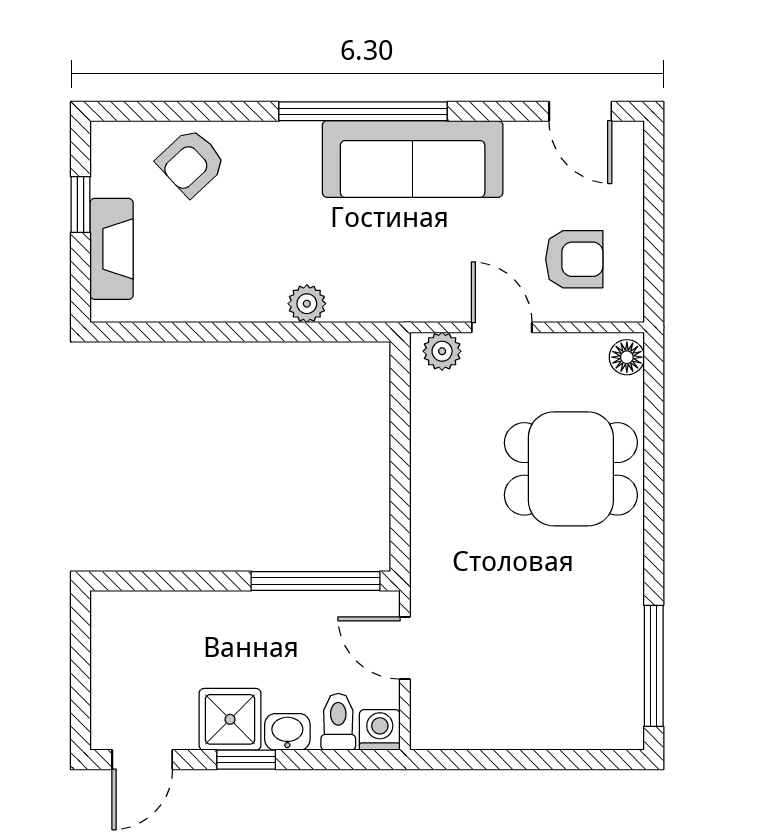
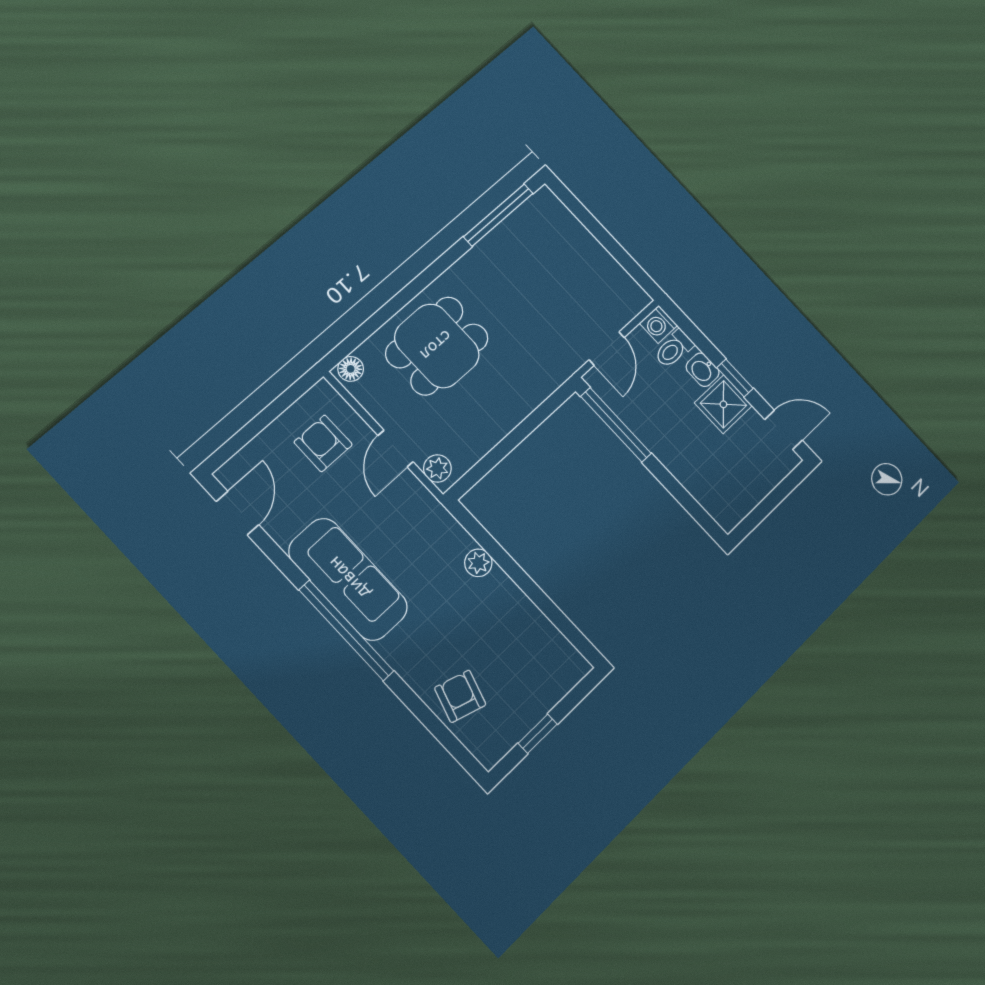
armchair: (191, 162) -> (460, 696), turned -120
fireplace: (112, 249) -> (546, 694), removed
dining table: (571, 469) -> (437, 346), turned 90

